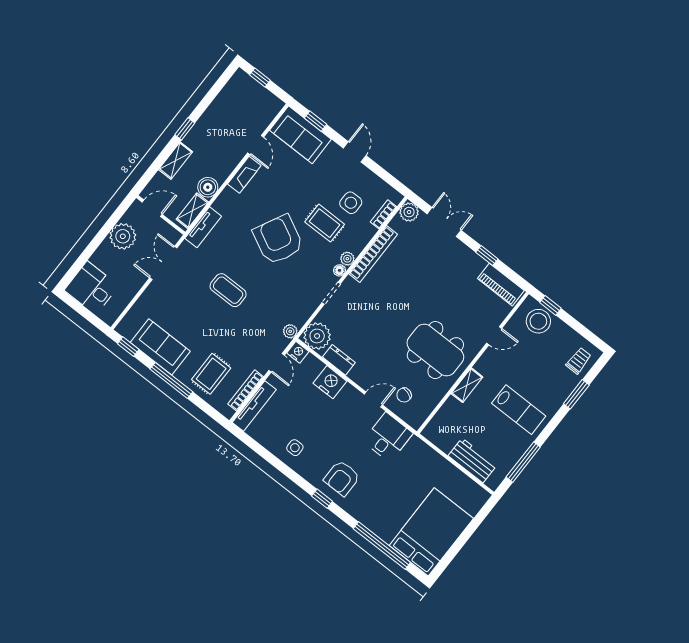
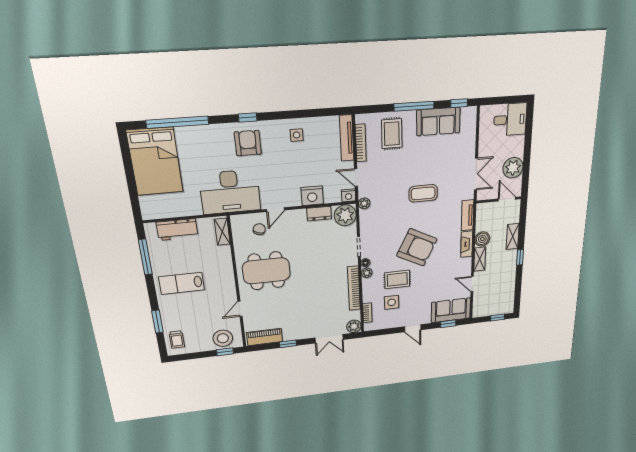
fireplace: (244, 175) -> (467, 244), moved
door: (152, 208) -> (507, 199), swing flipped
shelving: (192, 211) -> (480, 259), moved
shelving: (467, 385) -> (222, 232), moved
desk: (388, 437) -> (230, 192), width x1.87, depth x1.30

